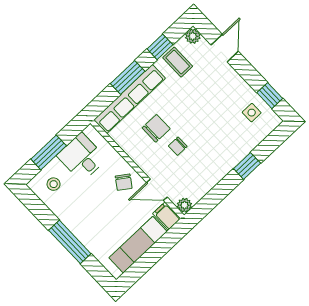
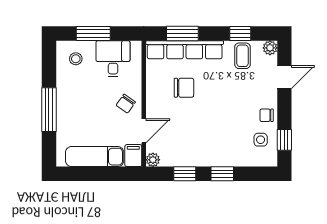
window: (128, 77) -> (182, 34), moved
chair: (178, 146) -> (267, 115), moved
door: (157, 190) -> (144, 131), swing flipped
window: (219, 193) -> (185, 174), added

